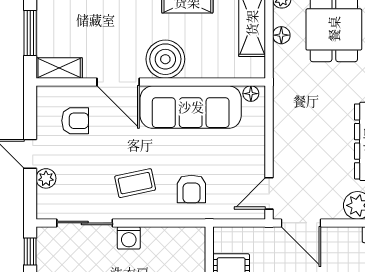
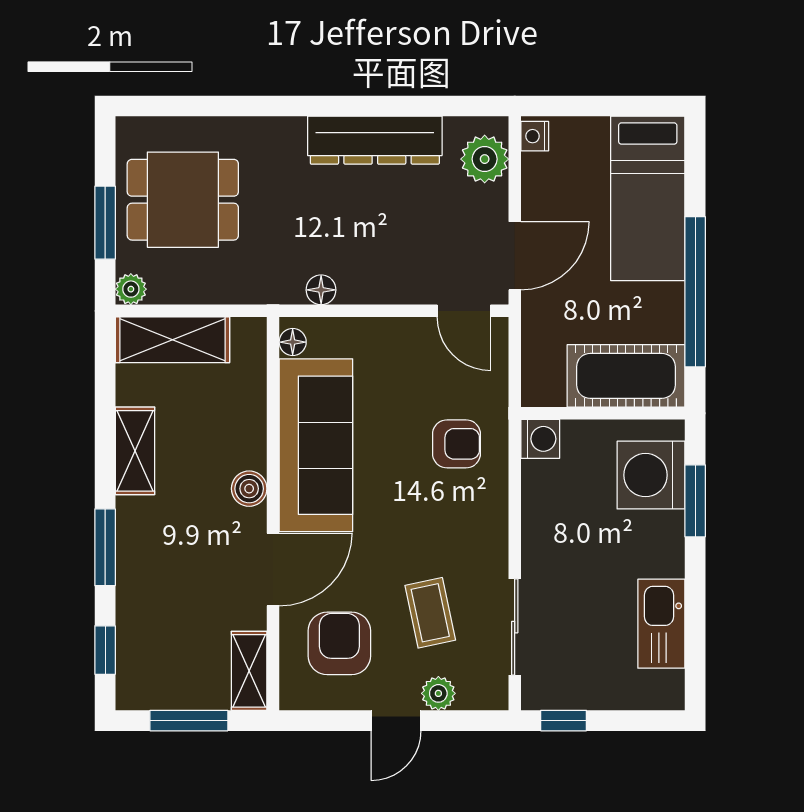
floor lamp: (281, 35) -> (321, 290), moved
boiler: (165, 59) -> (249, 489), width x0.54, depth x0.54
armchair: (75, 121) -> (339, 643), width x1.38, depth x1.38
coffee table: (135, 183) -> (430, 613), moved
washing machine: (129, 238) -> (540, 439), moved

